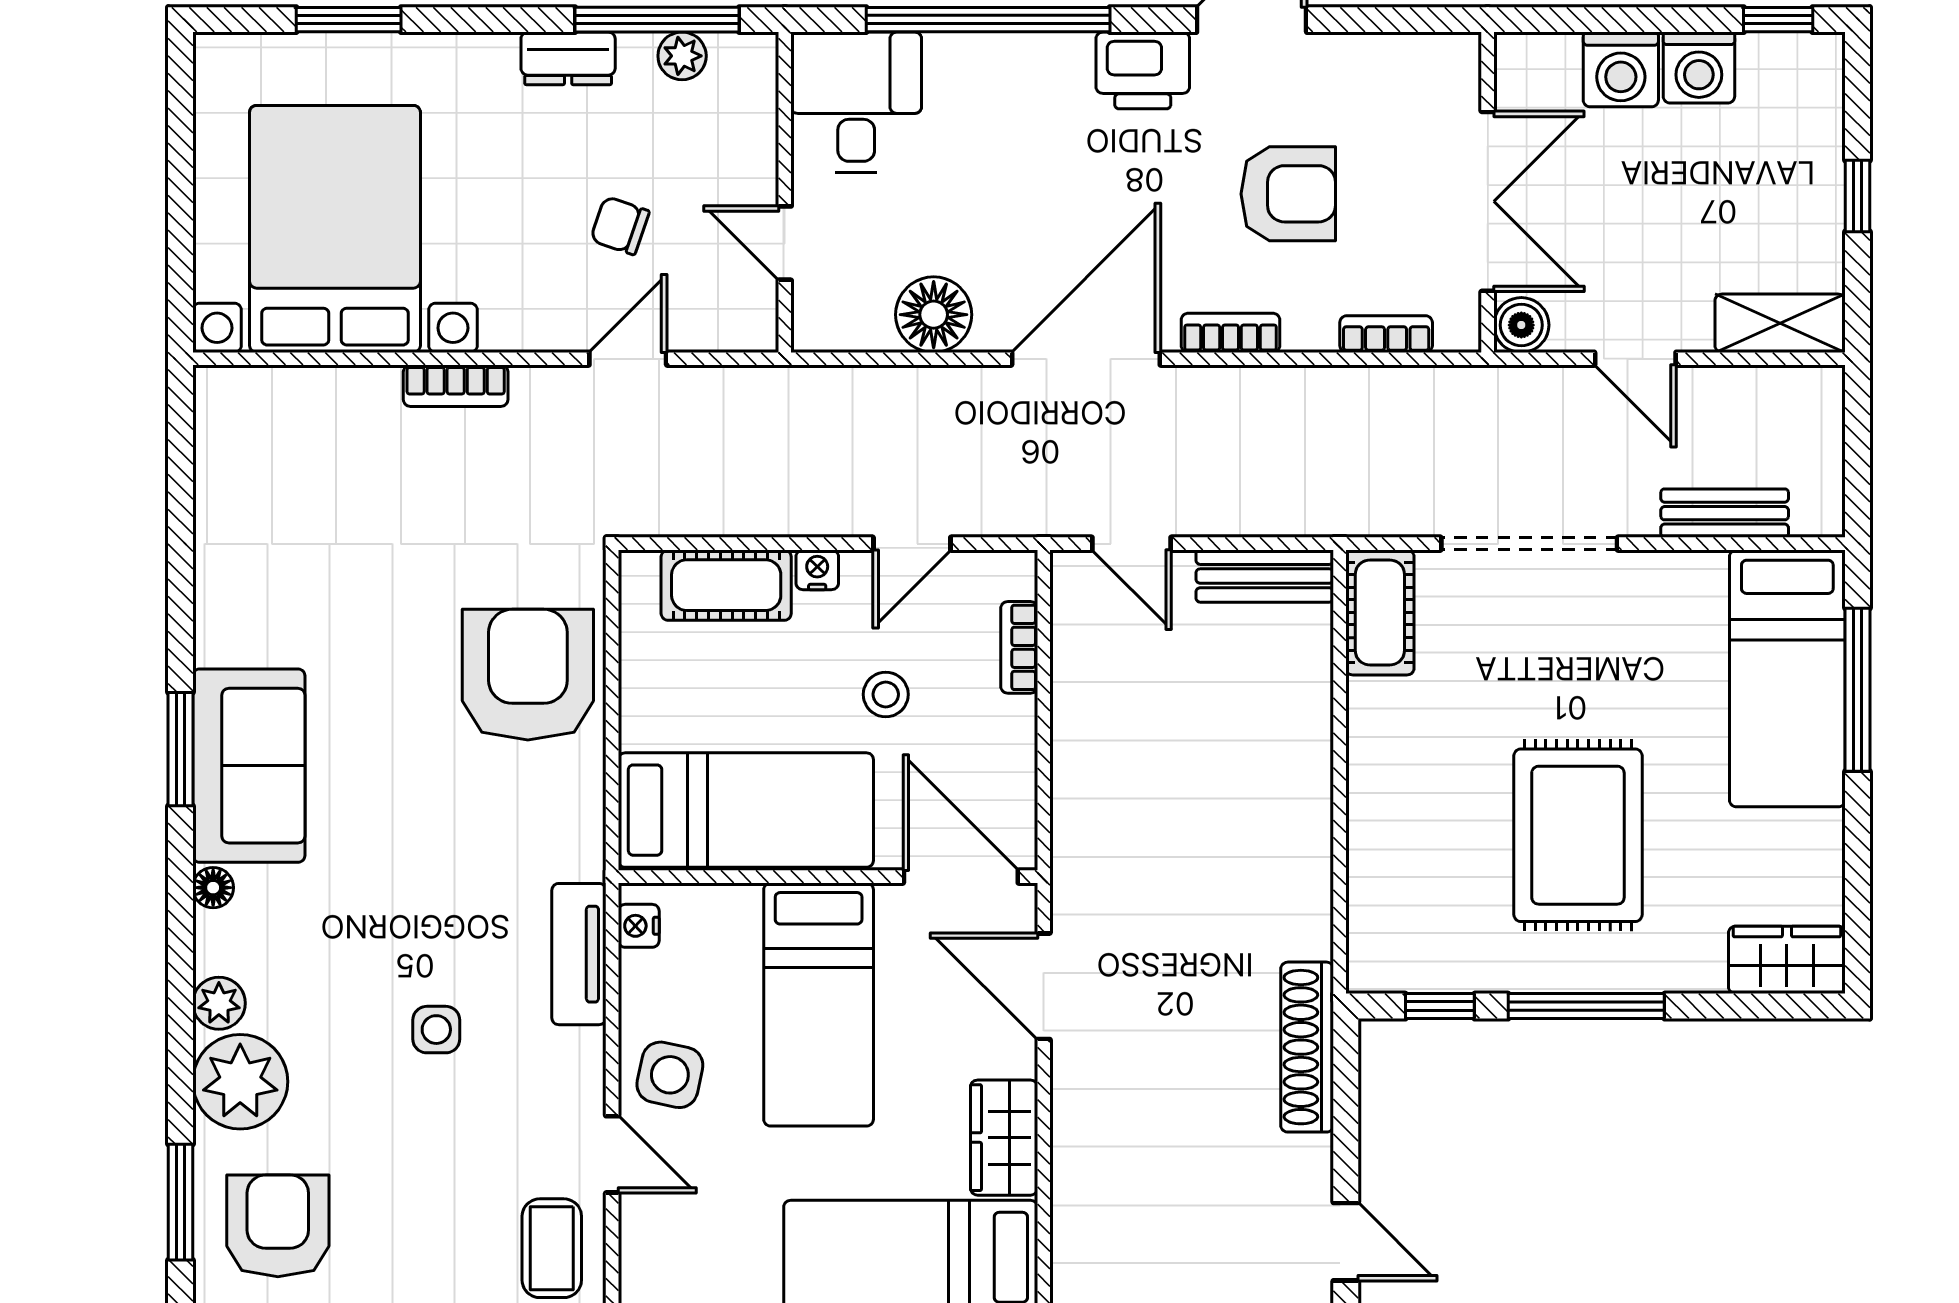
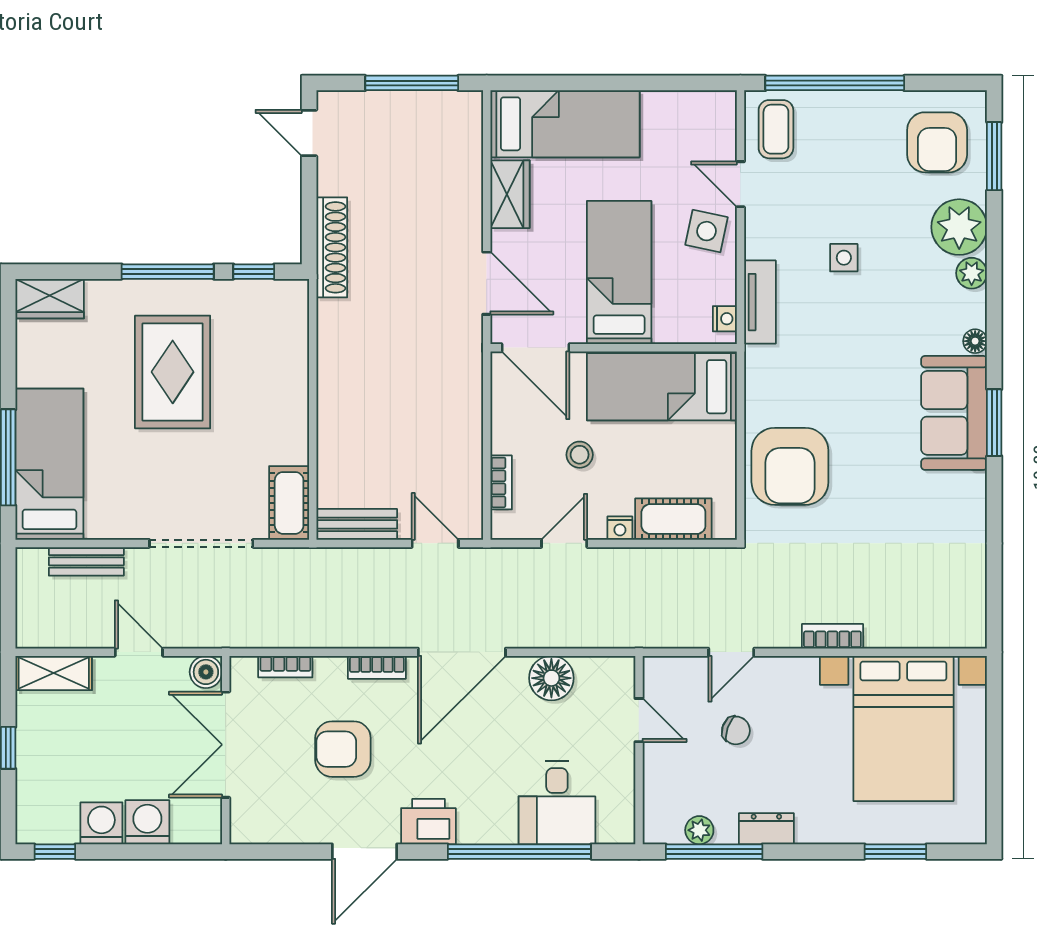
desk: (856, 102) -> (557, 803), moved

